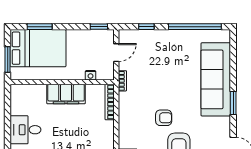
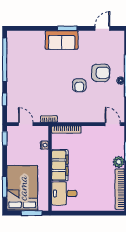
sofa: (216, 79) -> (62, 40), width x0.54, depth x0.79
armchair: (164, 118) -> (79, 85), turned 180
desk: (26, 130) -> (64, 193), moved, turned 90

